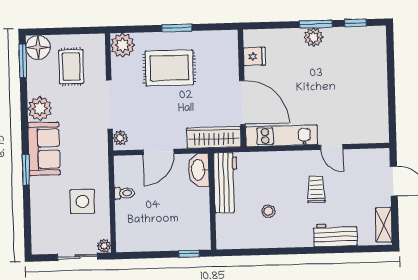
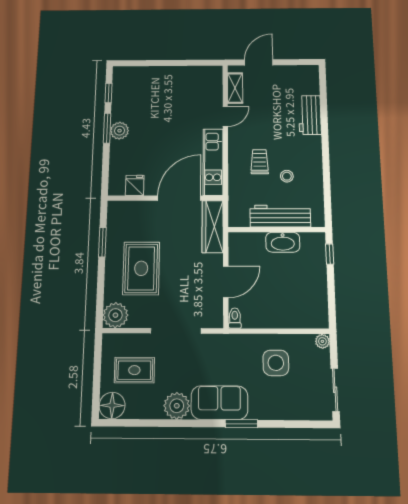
window: (177, 28) -> (102, 242), moved
window: (23, 61) -> (125, 423), removed
plant: (120, 138) -> (210, 321), removed
door: (158, 152) -> (226, 282), hinge flipped
washbasin: (199, 170) -> (283, 242), moved
workbench: (226, 183) -> (280, 216), moved
trolley: (316, 189) -> (260, 162), moved, turned 90
toilet: (124, 193) -> (235, 318), moved
shelving: (384, 225) -> (235, 88), moved, turned 90
sliding door: (77, 257) -> (335, 390), moved

